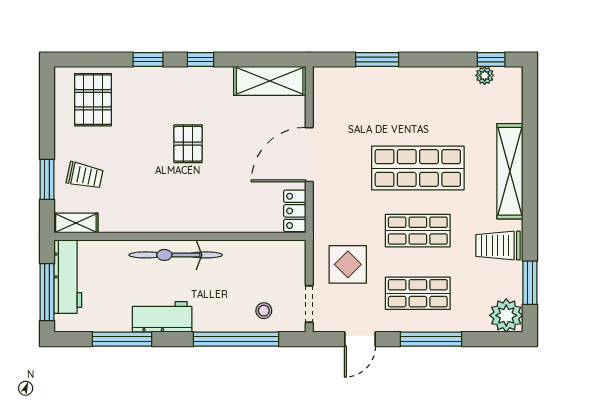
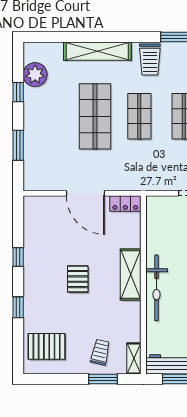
window: (200, 60) -> (18, 257), moved
window: (491, 60) -> (18, 92), moved
plant: (485, 75) -> (35, 75), width x1.88, depth x1.88
shelving: (270, 81) -> (131, 274), moved
pallet: (188, 144) -> (78, 279), turned 90
display table: (348, 264) -> (163, 166), removed

